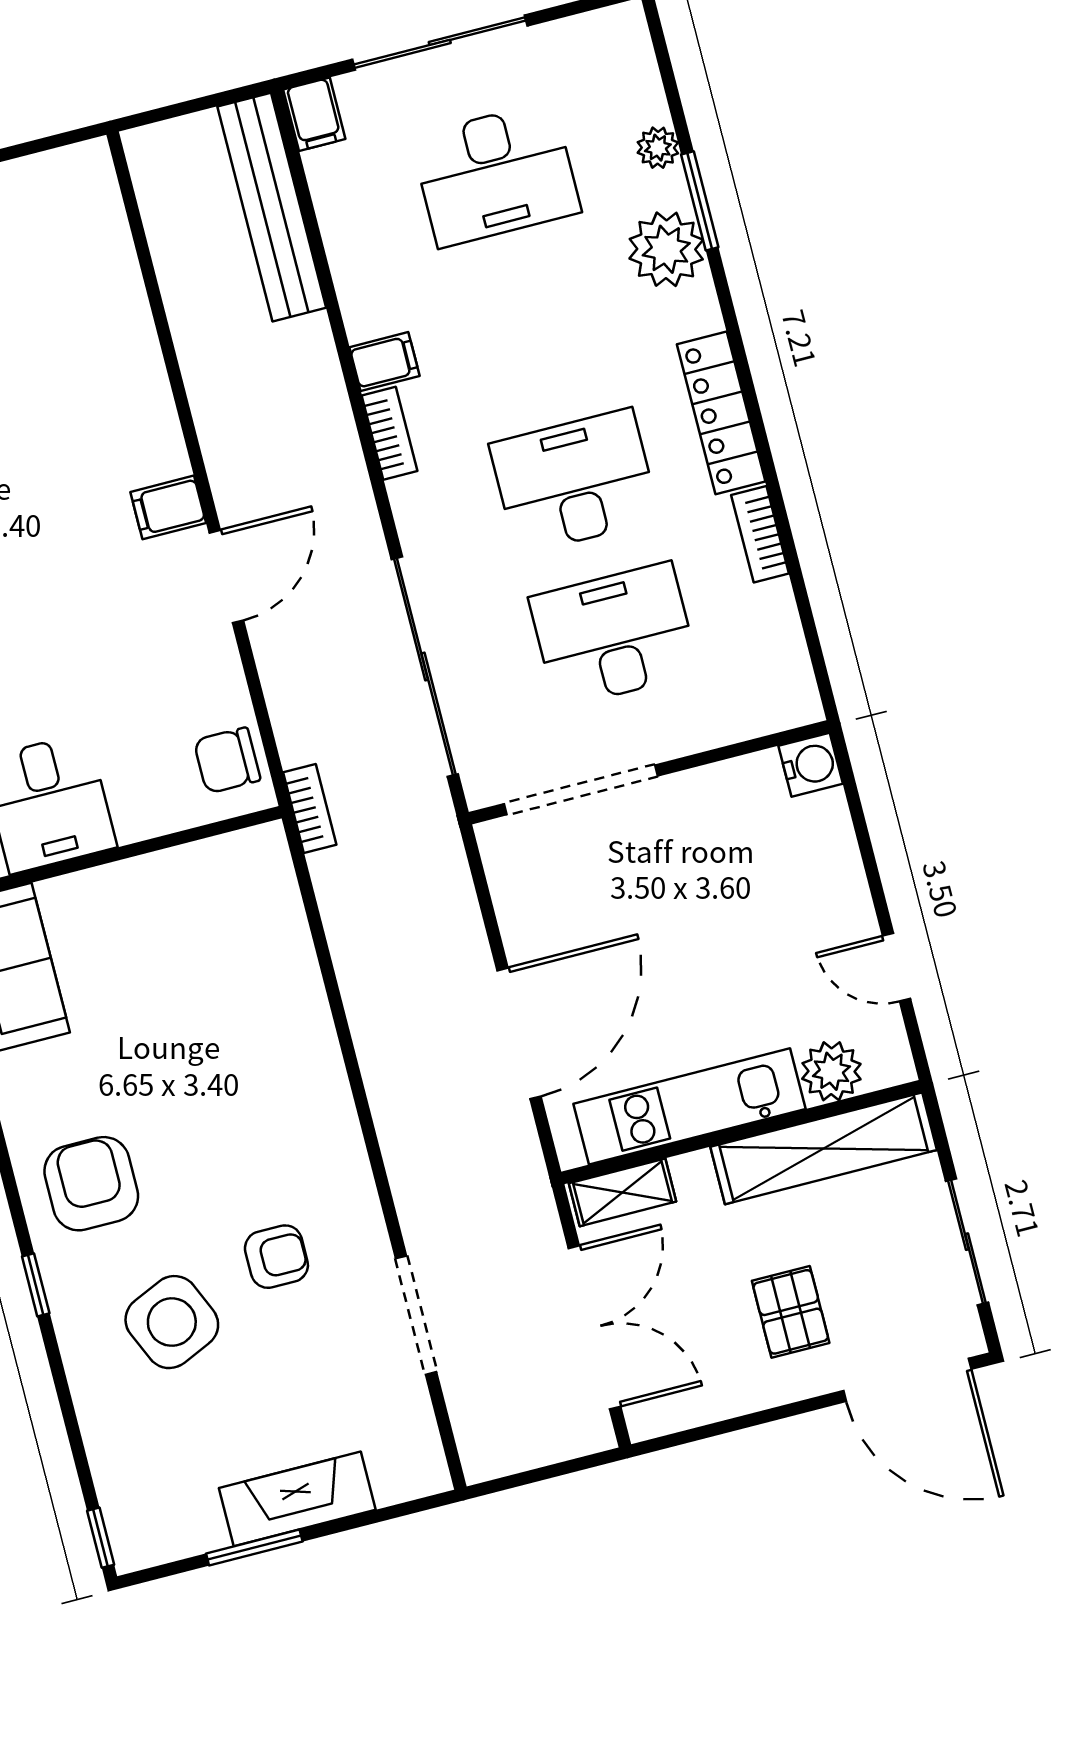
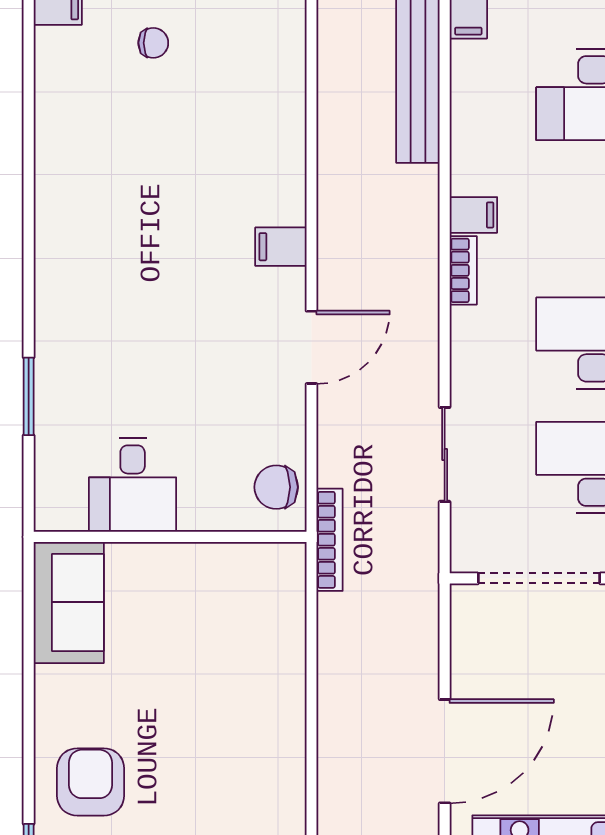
filing cabinet: (168, 507) -> (281, 247), moved
sliding door: (425, 667) -> (445, 454), width x0.54
bookcase: (310, 809) -> (330, 540), width x1.56

